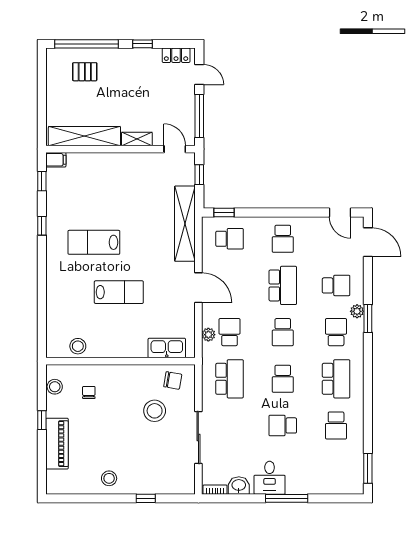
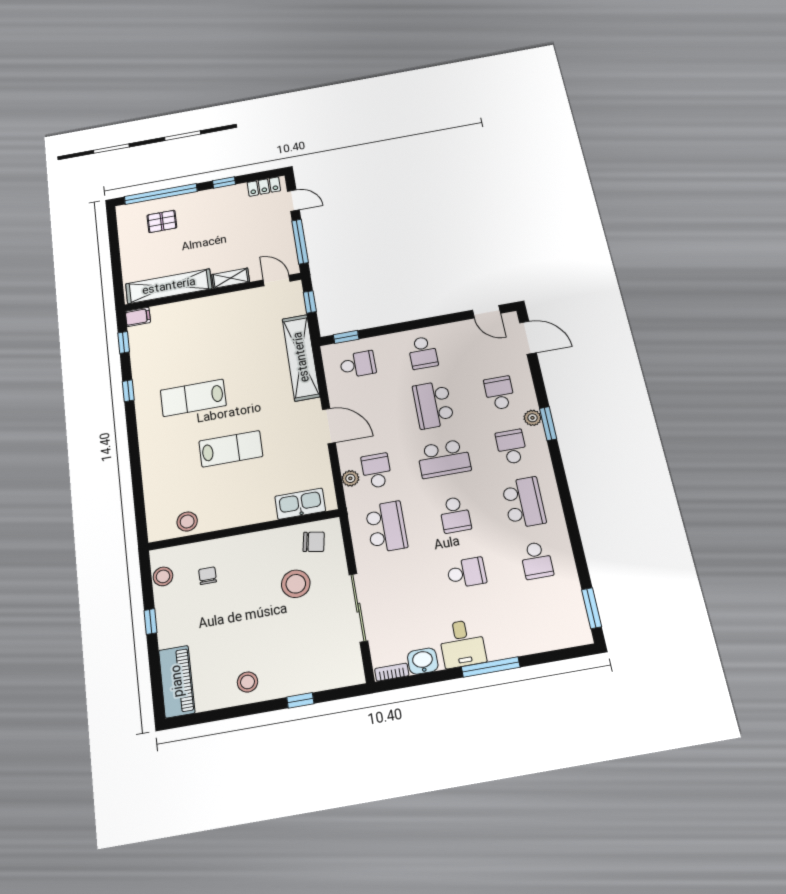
school desk: (283, 285) -> (433, 405), turned 180
school desk: (336, 285) -> (500, 393), turned -90
school desk: (283, 332) -> (444, 459), width x1.85
school desk: (283, 425) -> (467, 573), turned 180
piano: (57, 444) -> (177, 681), moved

